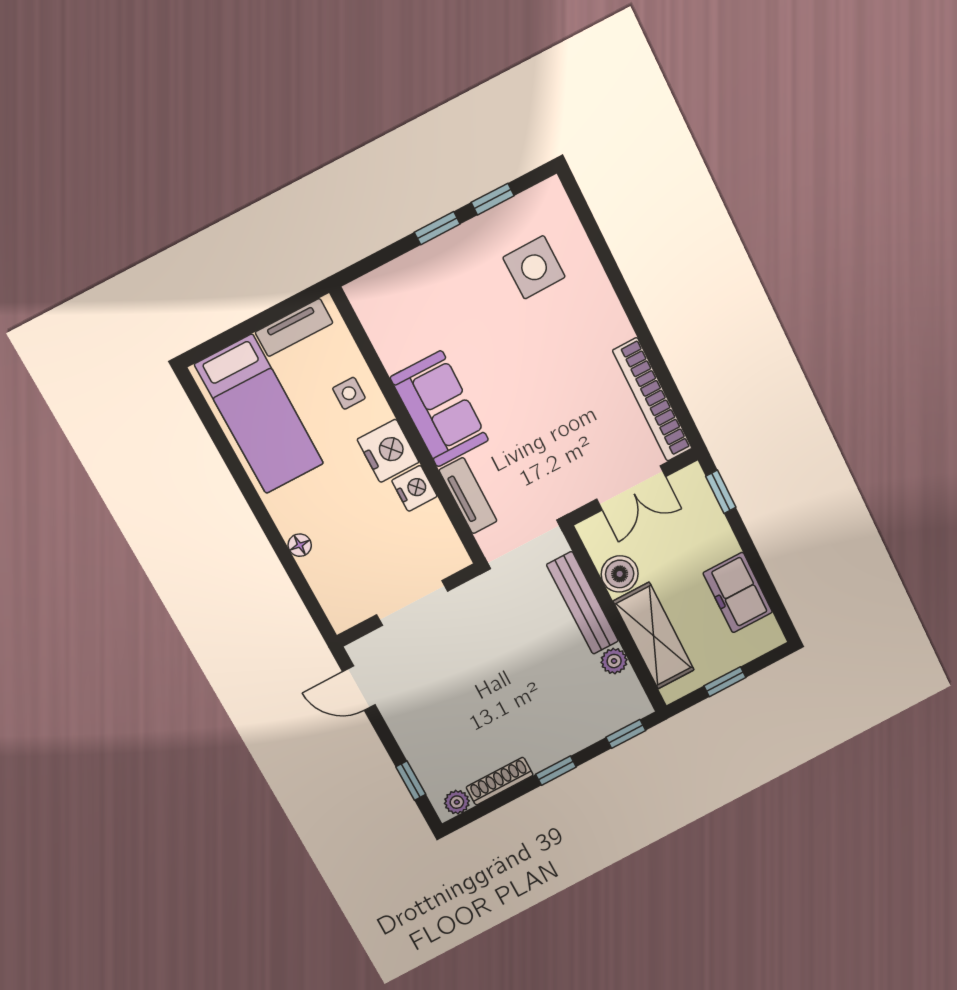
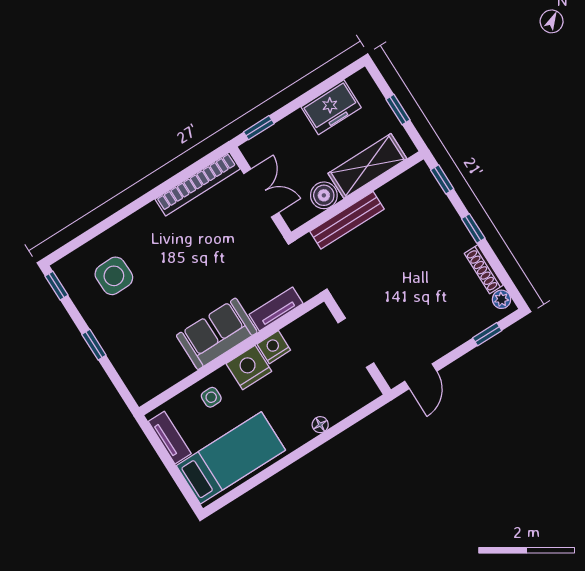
window: (493, 199) -> (57, 286), moved
plant: (614, 661) -> (388, 193), removed

